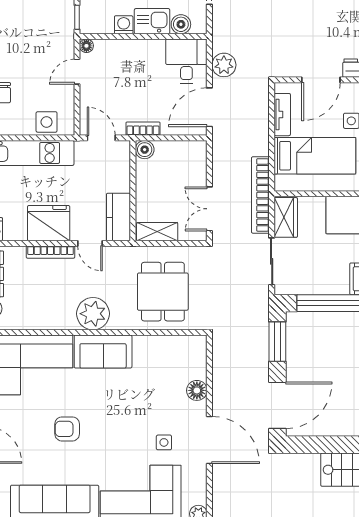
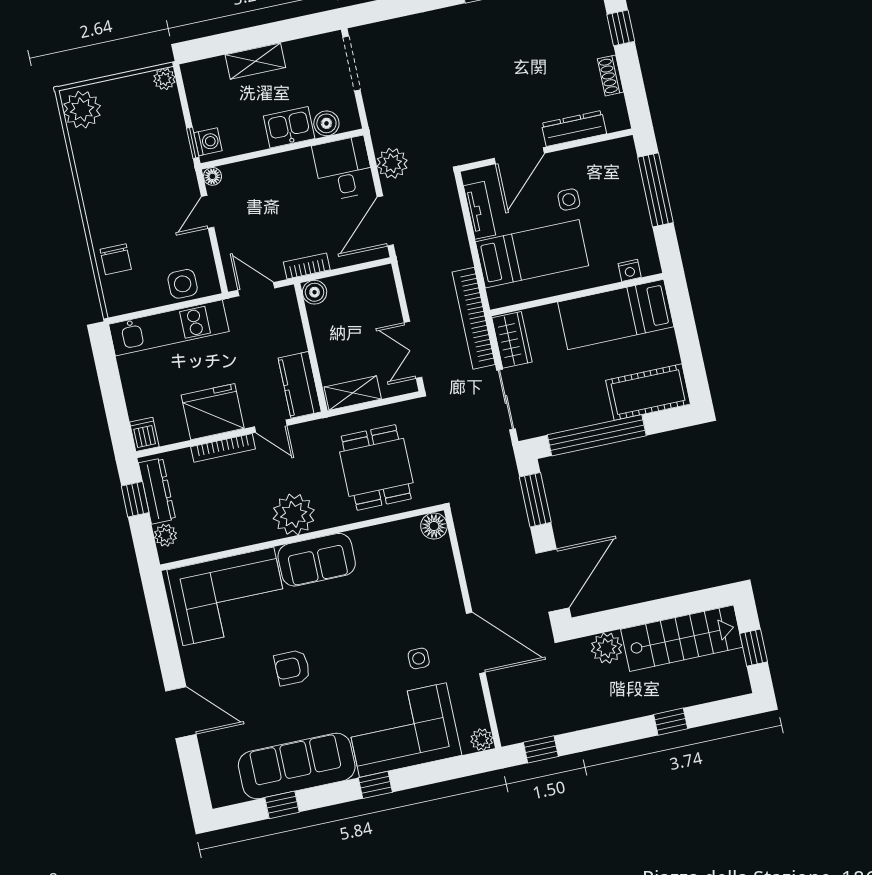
washing machine: (124, 25) -> (208, 142), moved, turned 90
floor lamp: (197, 390) -> (434, 526), moved
plant: (307, 465) -> (607, 648), added

